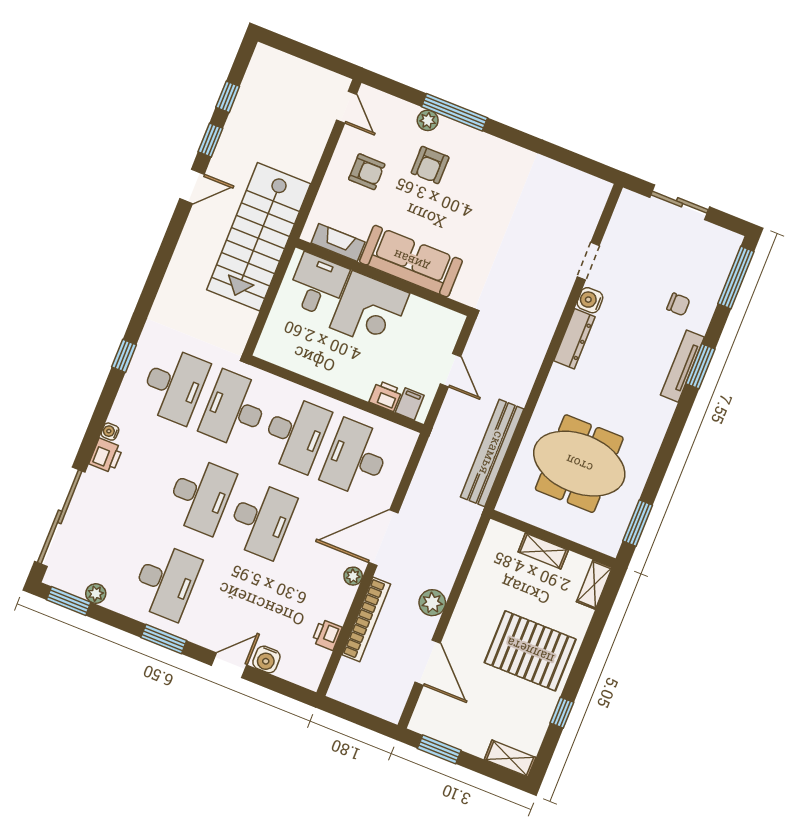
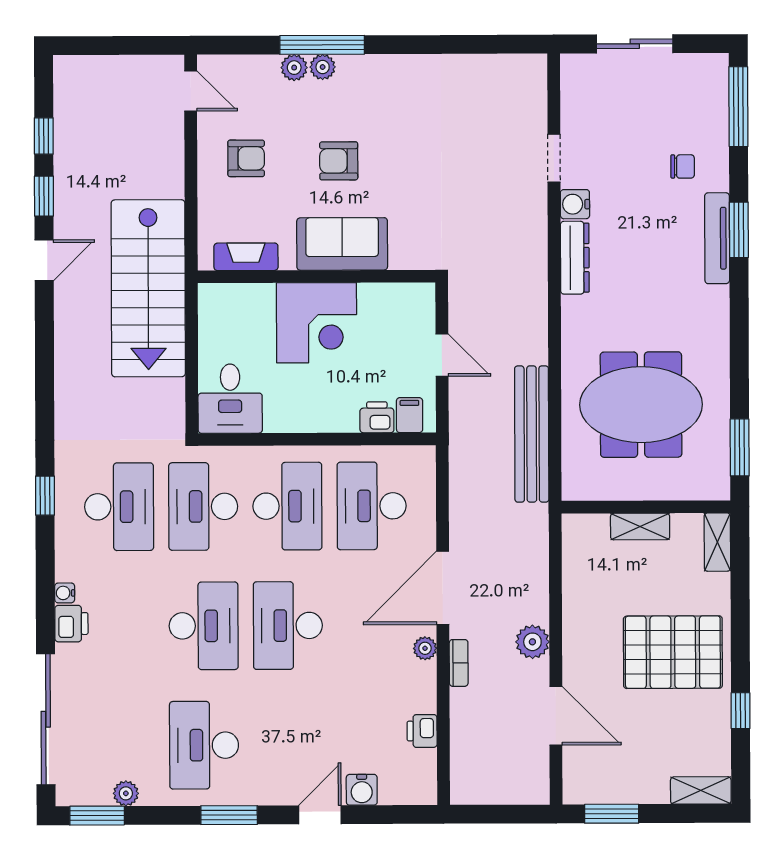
plant: (448, 128) -> (323, 67), added
armchair: (430, 165) -> (339, 161), moved, turned 90
sofa: (411, 261) -> (342, 244), width x0.73
desk: (317, 285) -> (230, 399), moved, turned 180
desk: (261, 520) -> (288, 626), turned 180
desk: (166, 582) -> (204, 745), turned 180
bookcase: (366, 619) -> (459, 663), width x0.43, depth x0.76

